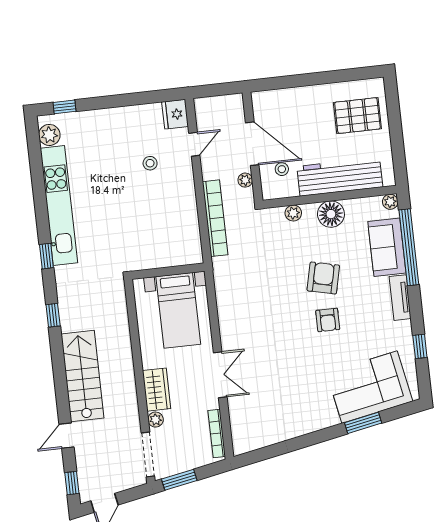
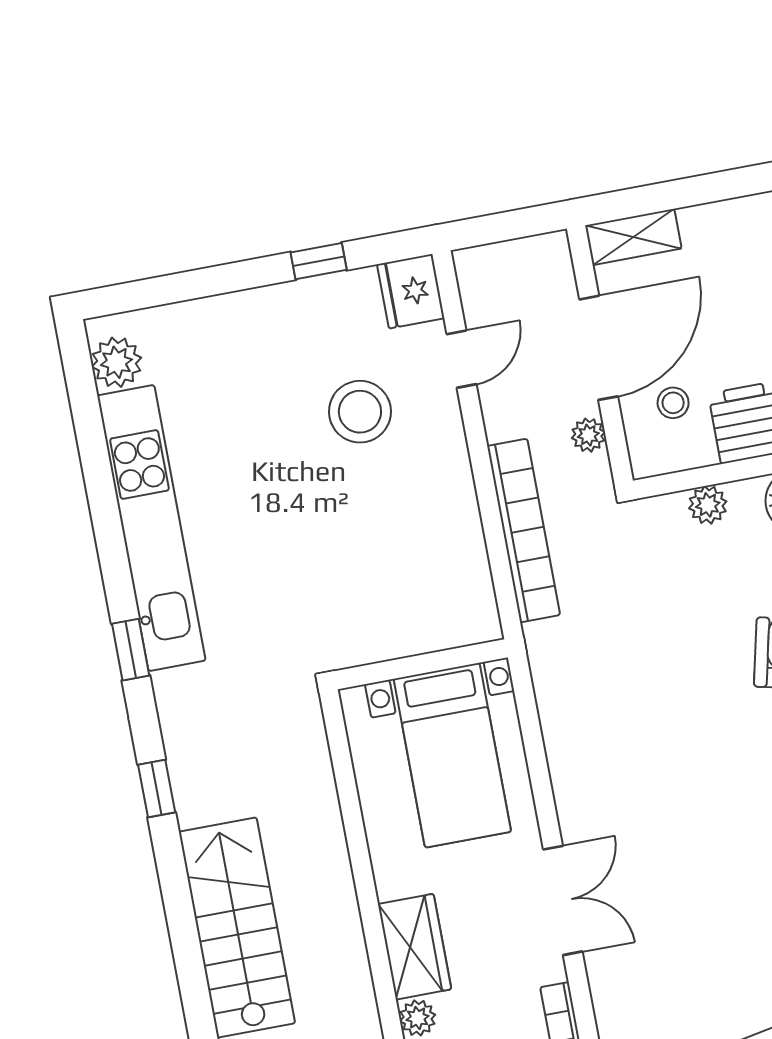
shelving: (270, 98) -> (633, 237), added
window: (64, 107) -> (319, 261), moved
door: (252, 144) -> (599, 348), hinge flipped
stool: (150, 163) -> (360, 412), width x1.89, depth x1.89

